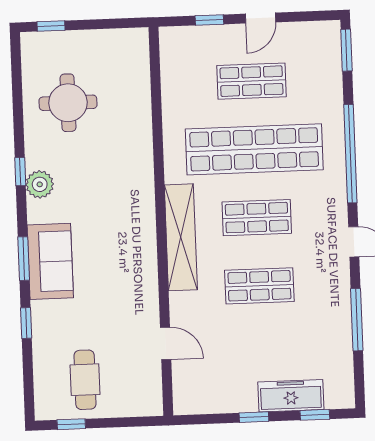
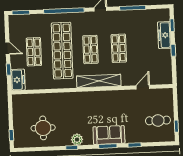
freezer: (184, 42) -> (18, 80), added

